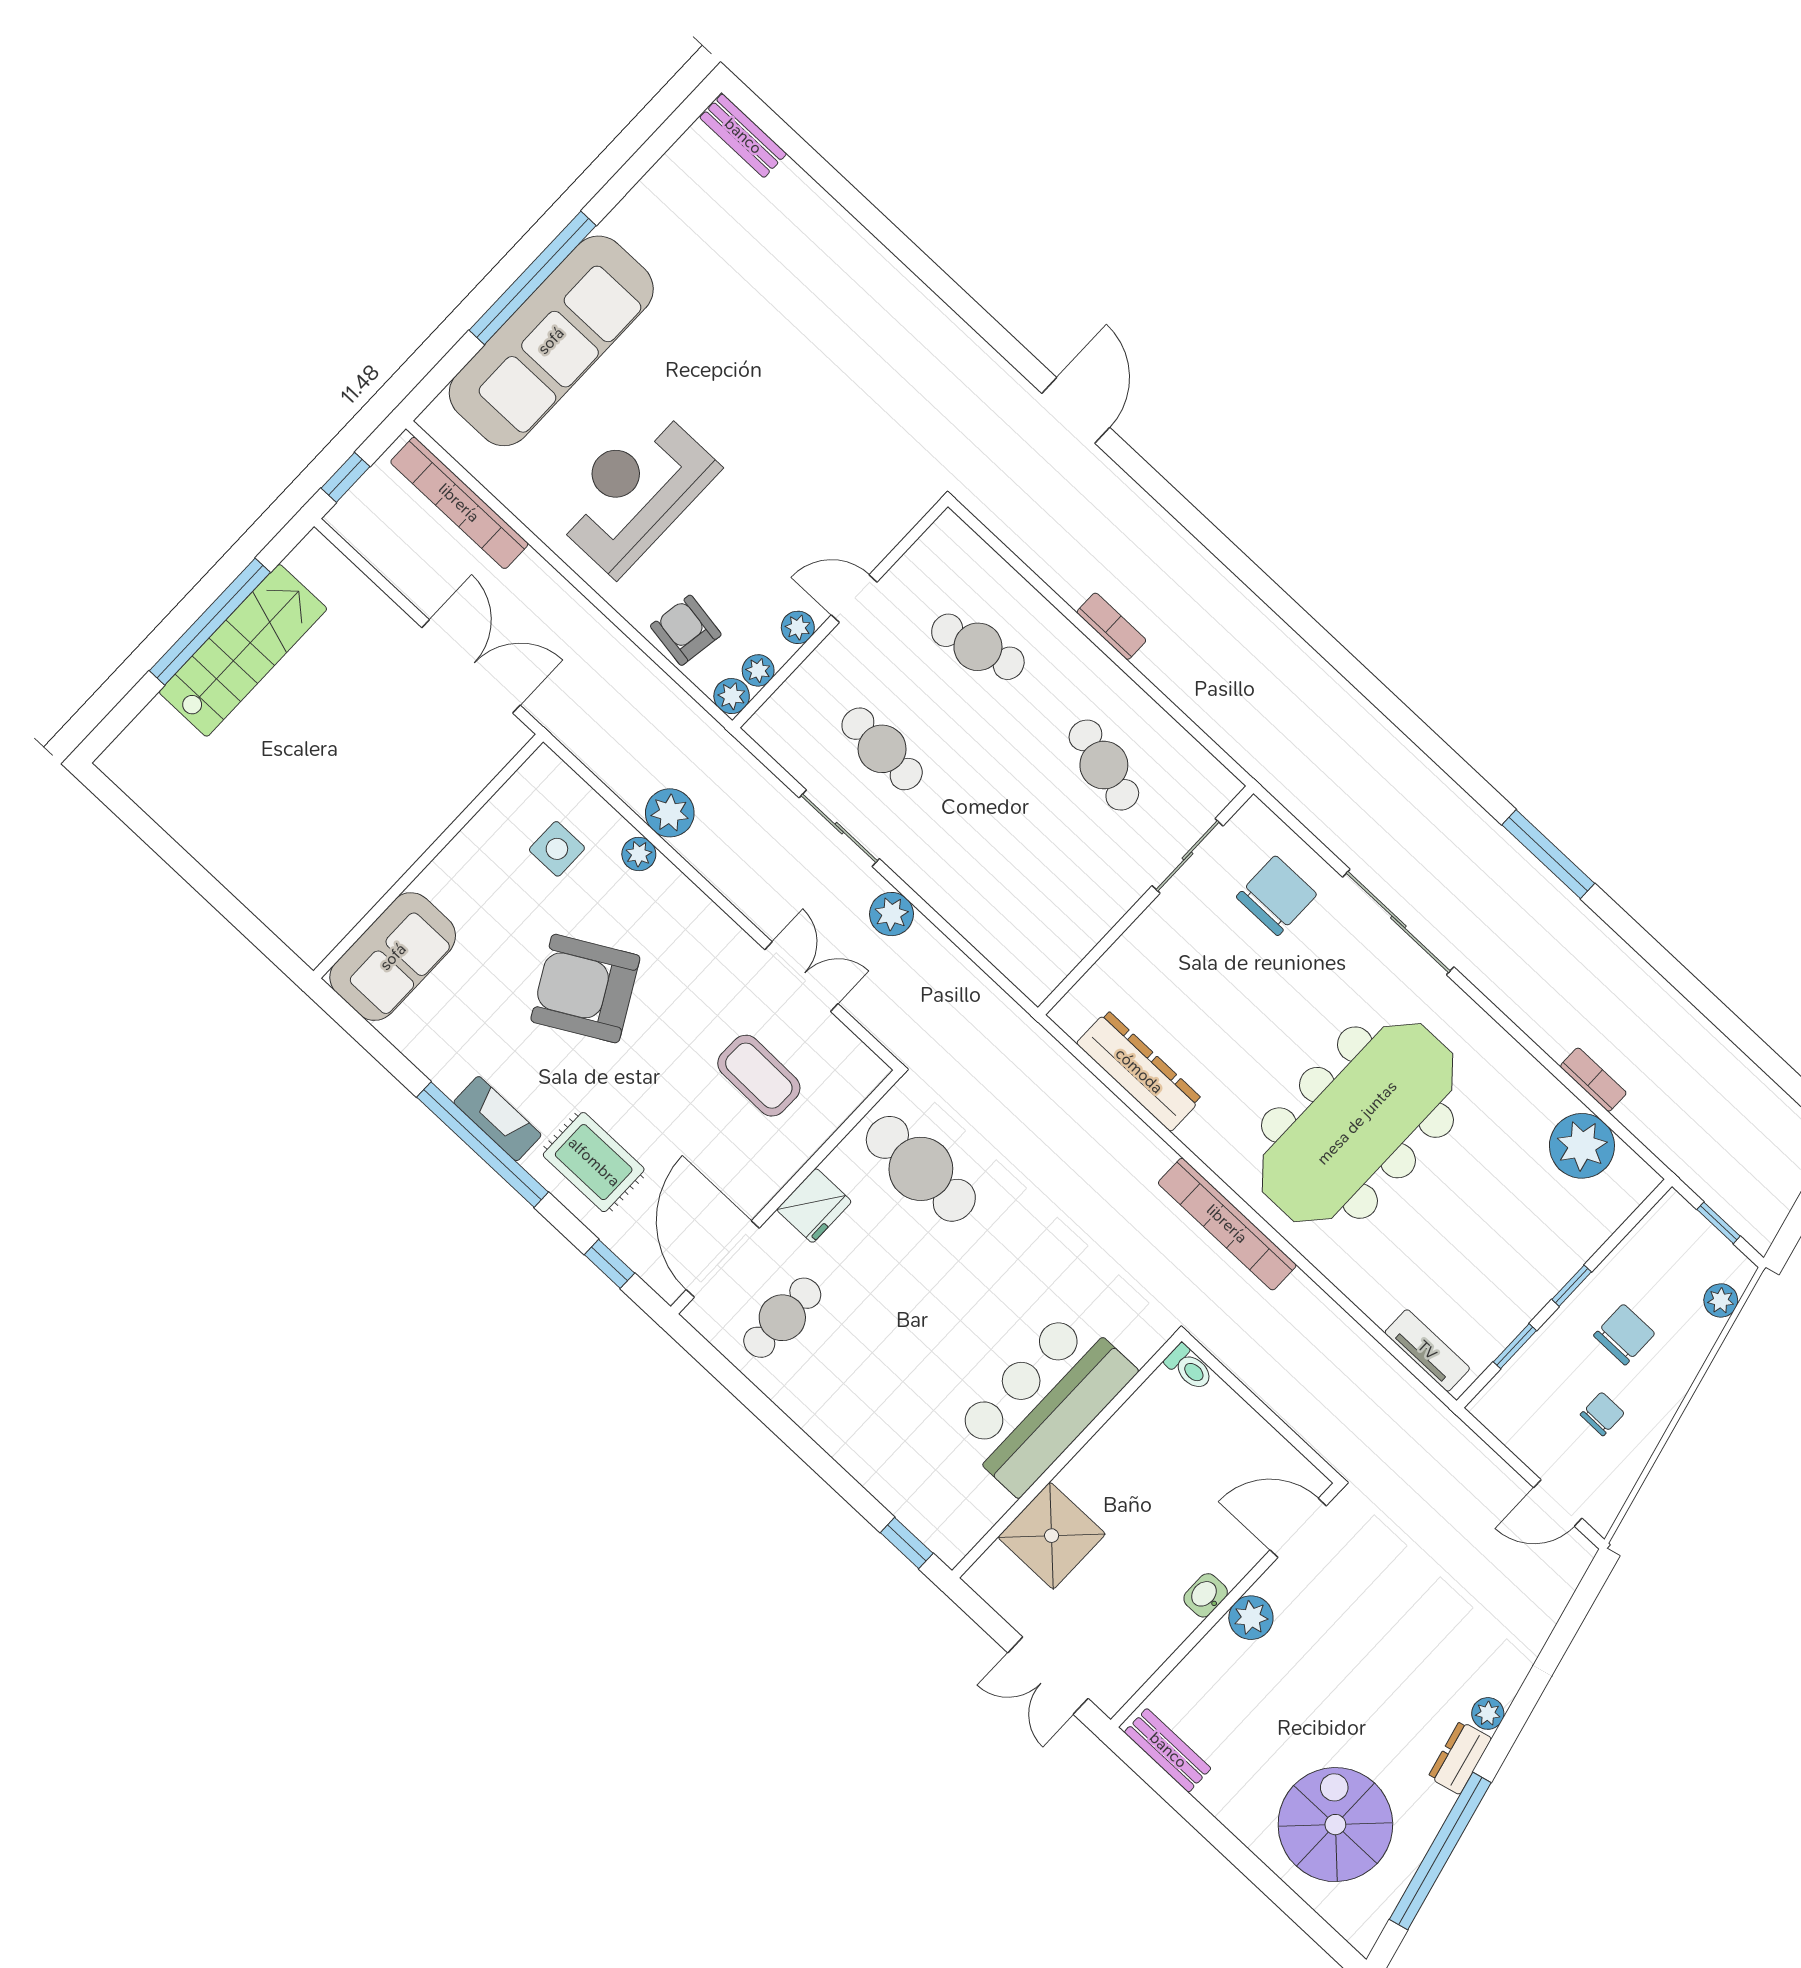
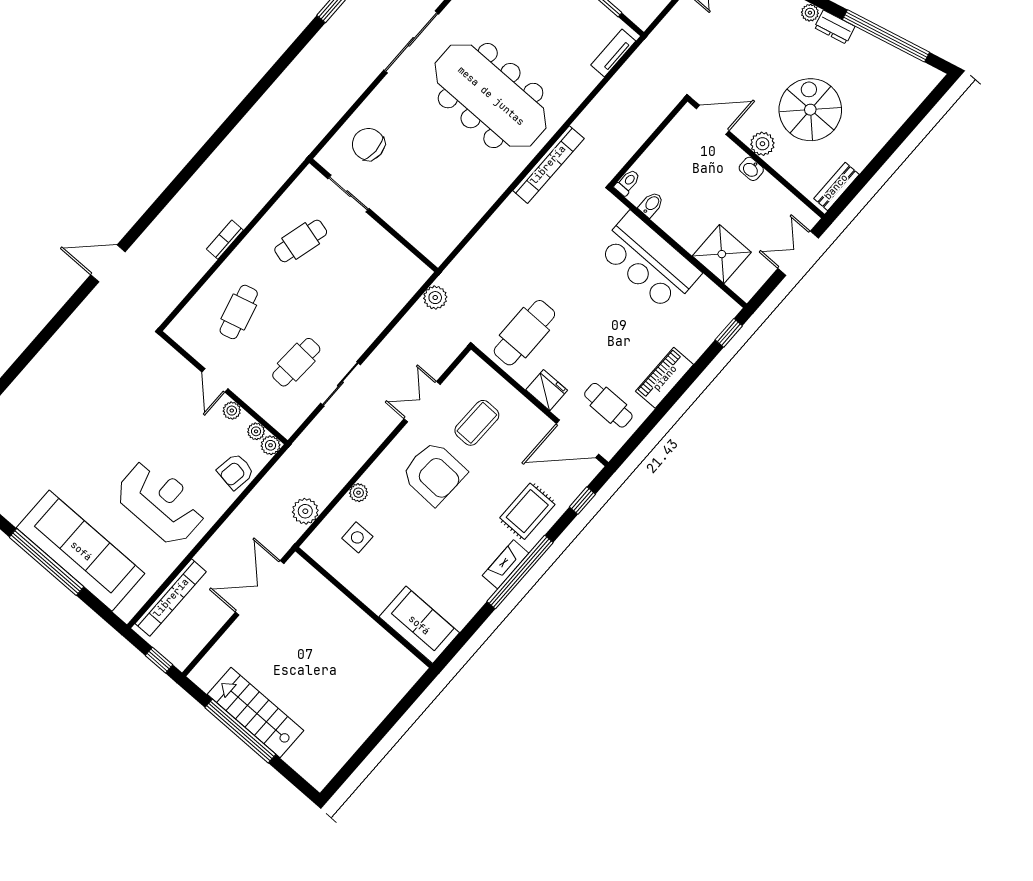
reception desk: (634, 491) -> (161, 502), turned 180
plant: (670, 813) -> (305, 511), moved
plant: (891, 914) -> (435, 298), moved
sliding door: (1398, 922) -> (411, 42), moved
armchair: (585, 989) -> (434, 473), moved, turned -59
dresser: (1139, 1071) -> (467, 216), removed
bidet: (1147, 1410) -> (651, 204), added
piano: (829, 1422) -> (665, 378), added
door: (1298, 1528) -> (713, 120), swing flipped
double door: (1048, 1676) -> (798, 253), swing flipped
spiral stairs: (1335, 1825) -> (810, 110), moved, turned 90

